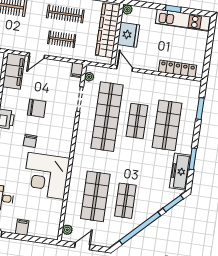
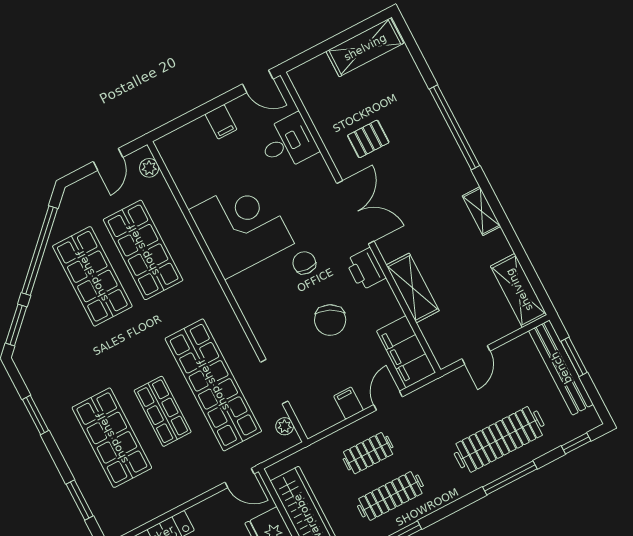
filing cabinet: (77, 70) -> (349, 403), moved
chair: (37, 108) -> (330, 320), turned -64
freezer: (180, 172) -> (41, 382), removed
shop shelf: (125, 201) -> (92, 276), width x1.43, depth x1.36

